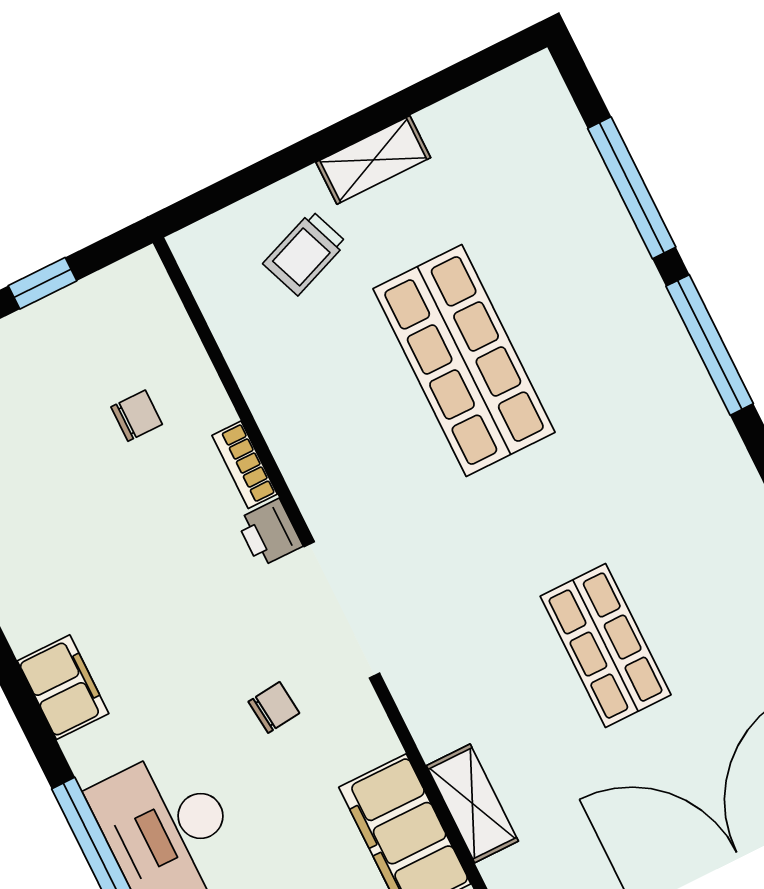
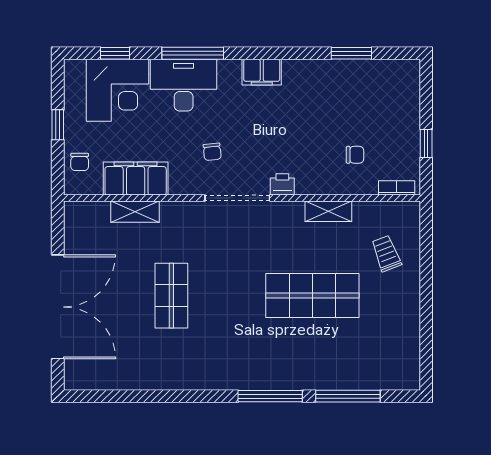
shelving: (373, 160) -> (328, 211), moved, turned 90
chair: (137, 416) -> (355, 155), turned -90
bookcase: (245, 465) -> (397, 188), moved
shop shelf: (606, 646) -> (171, 296), turned 90

